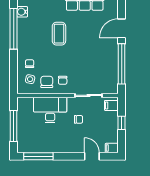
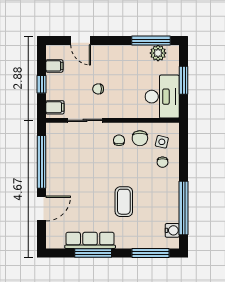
desk: (50, 110) -> (162, 97), moved, turned -90
window: (14, 126) -> (184, 80), width x0.69
plant: (33, 147) -> (158, 53), added
filing cabinet: (112, 148) -> (54, 66), moved

